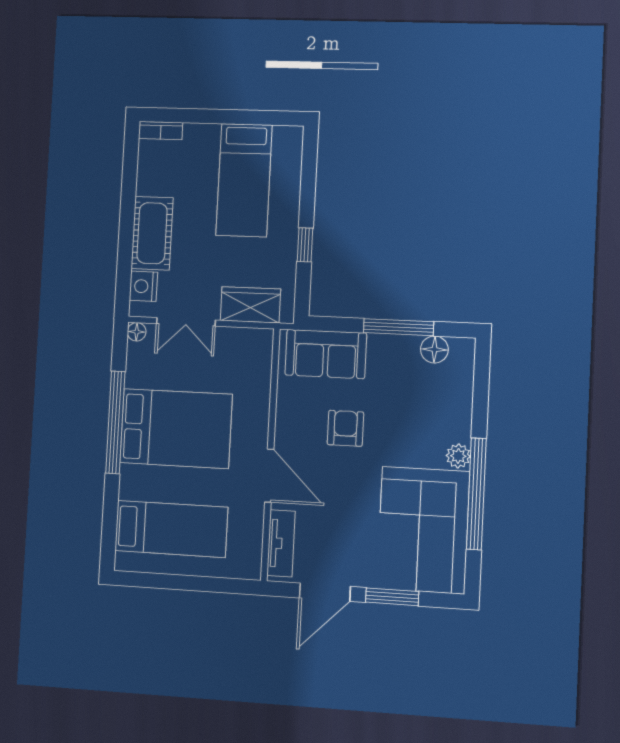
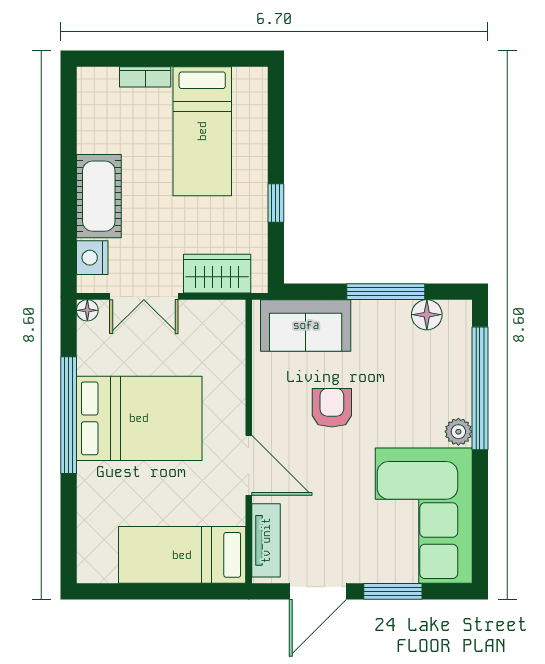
bookcase: (161, 131) -> (145, 77), moved
window: (476, 494) -> (480, 388), moved
bed: (171, 529) -> (182, 555), moved, turned 180

